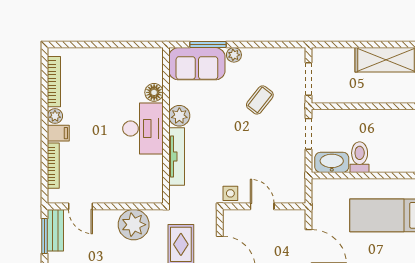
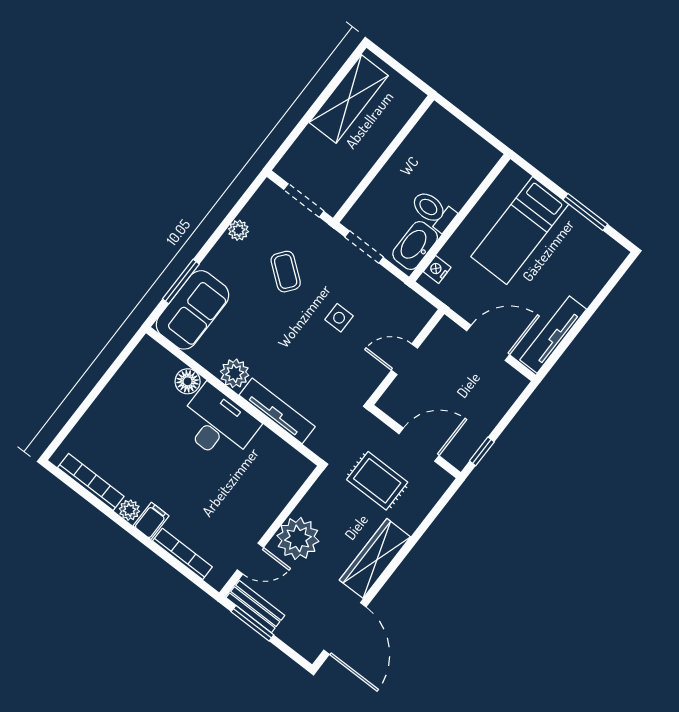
plant: (234, 55) -> (238, 230), moved
nightstand: (328, 185) -> (437, 269), added
side table: (230, 193) -> (339, 318), moved
plant: (134, 225) -> (298, 538), moved

